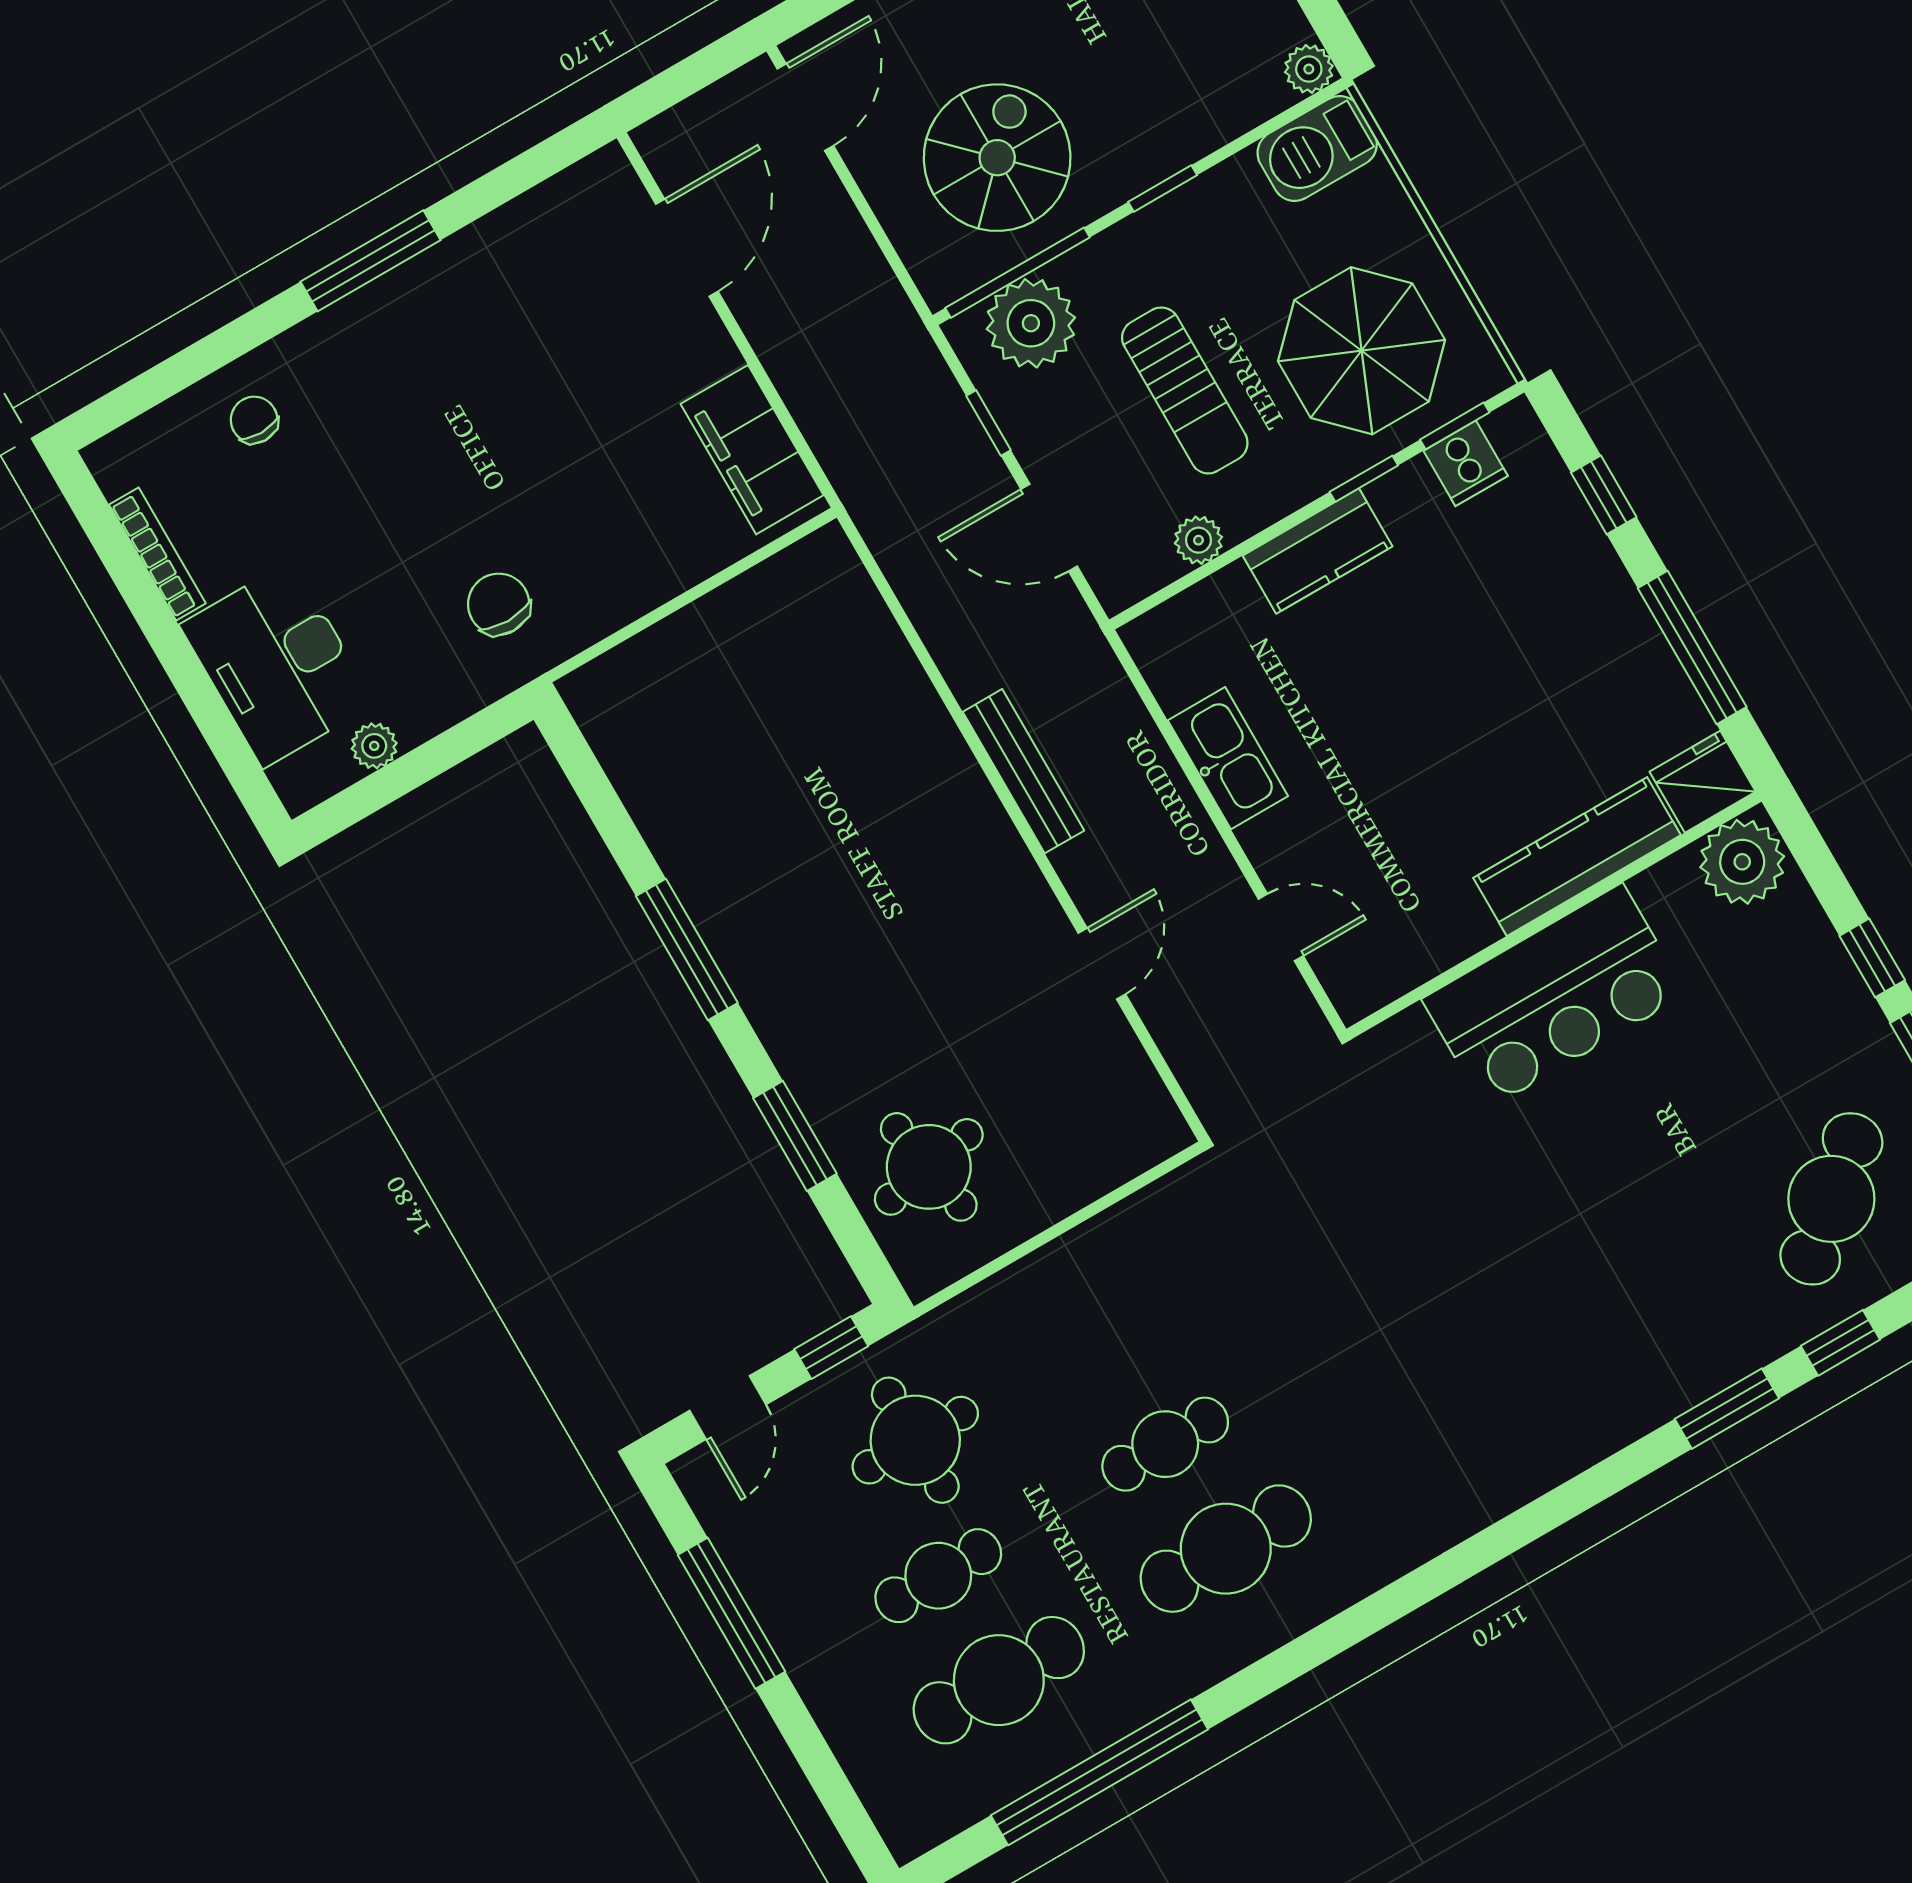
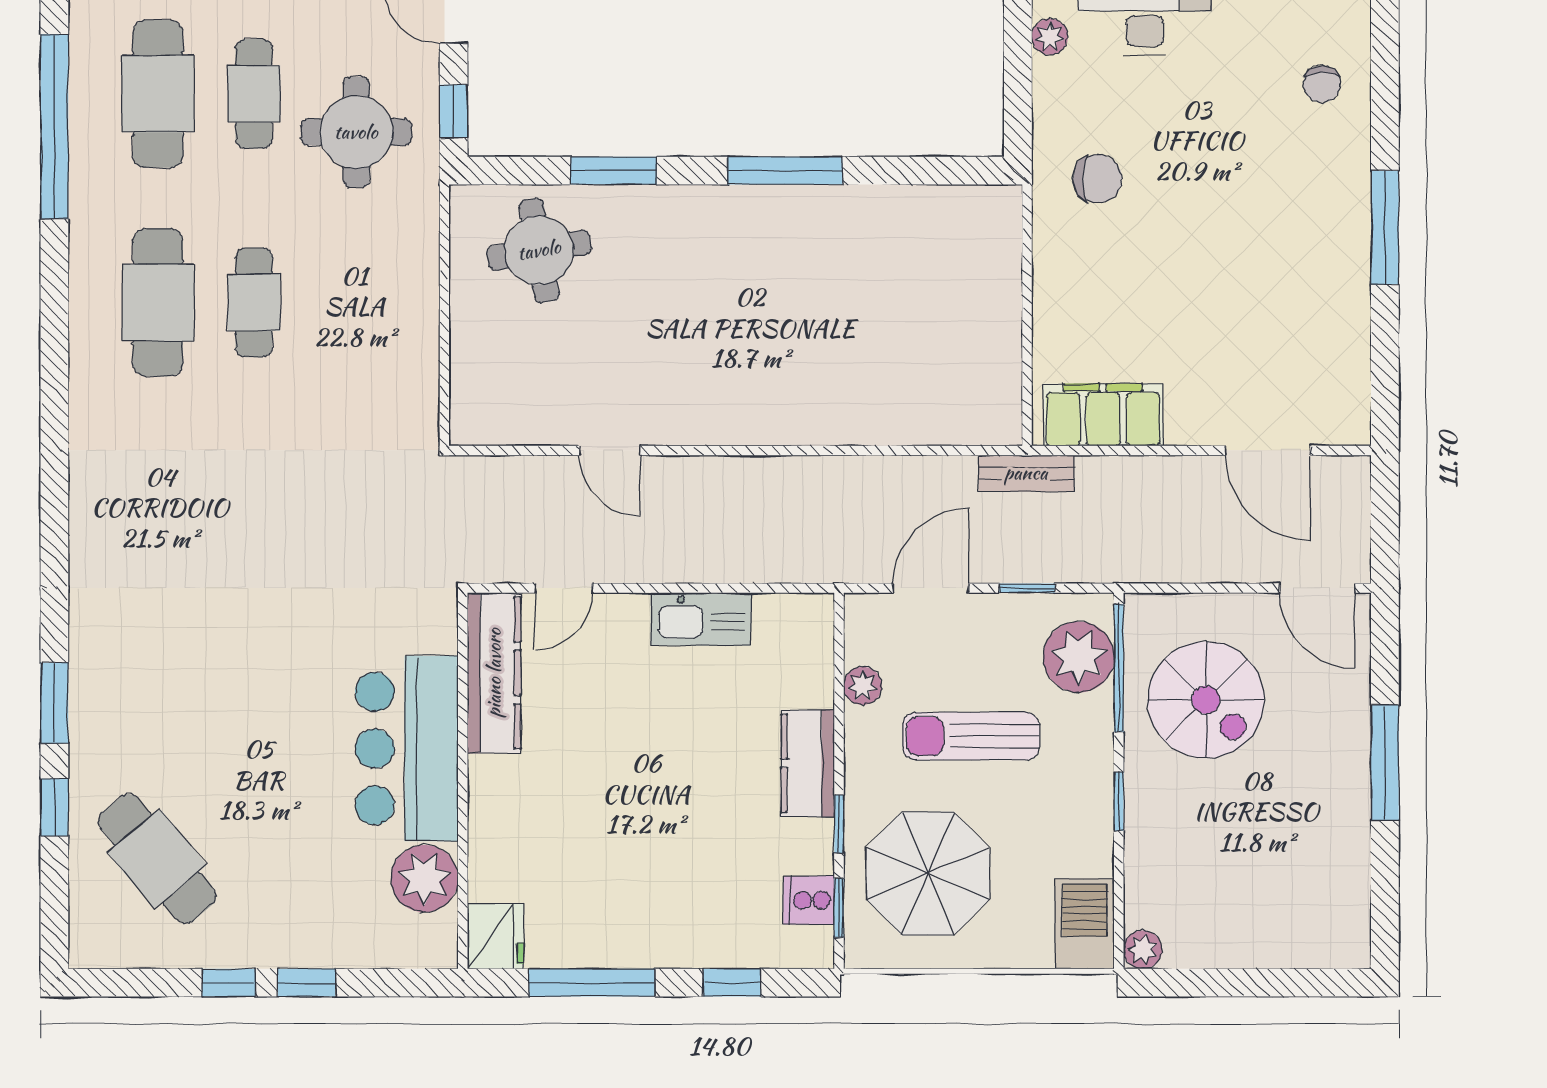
chair: (254, 420) -> (1322, 84), turned 90
bench: (1023, 771) -> (1026, 473), moved, width x0.73
kitchen counter: (1577, 857) -> (494, 673), moved
plant: (1742, 862) -> (424, 879), moved

